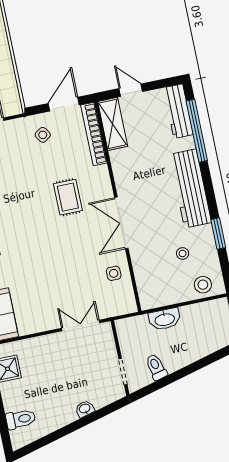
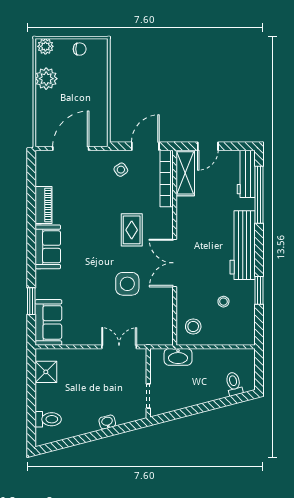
door: (131, 90) -> (208, 146), swing flipped
side table: (114, 273) -> (127, 284), moved, width x1.87, depth x1.87
stool: (203, 285) -> (193, 326), moved
washbasin: (165, 319) -> (178, 357), moved
toilet: (156, 367) -> (234, 384), moved

